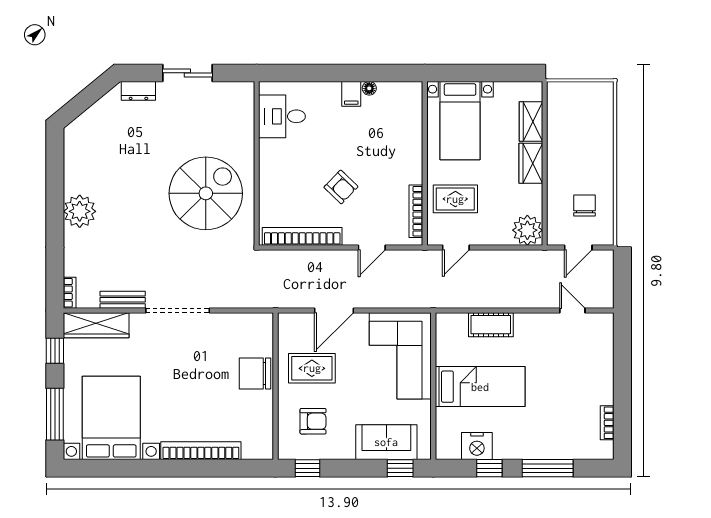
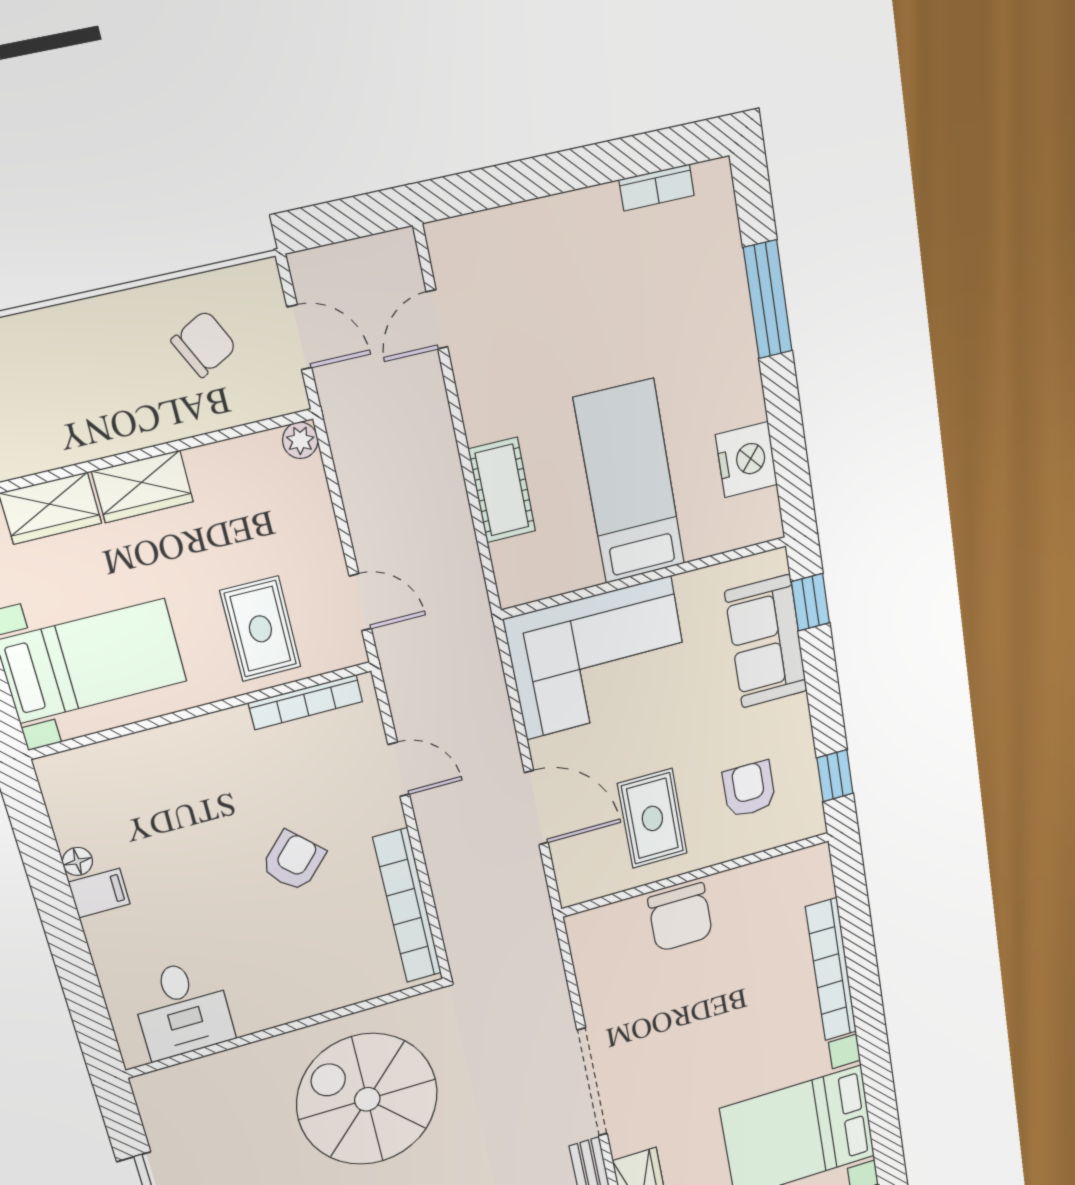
chair: (585, 205) -> (204, 344), turned 153
plant: (527, 230) -> (300, 440), width x0.53, depth x0.53
window: (489, 468) -> (785, 423), removed

